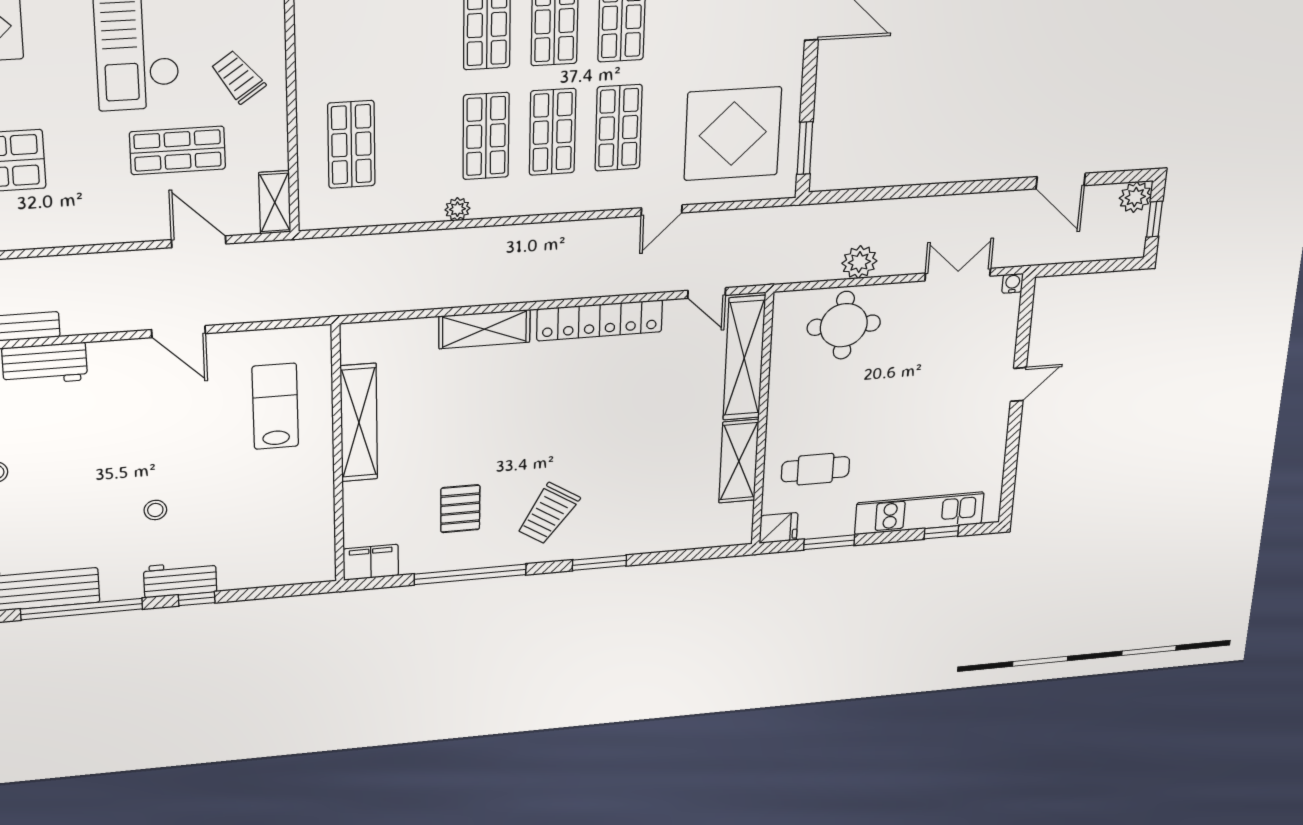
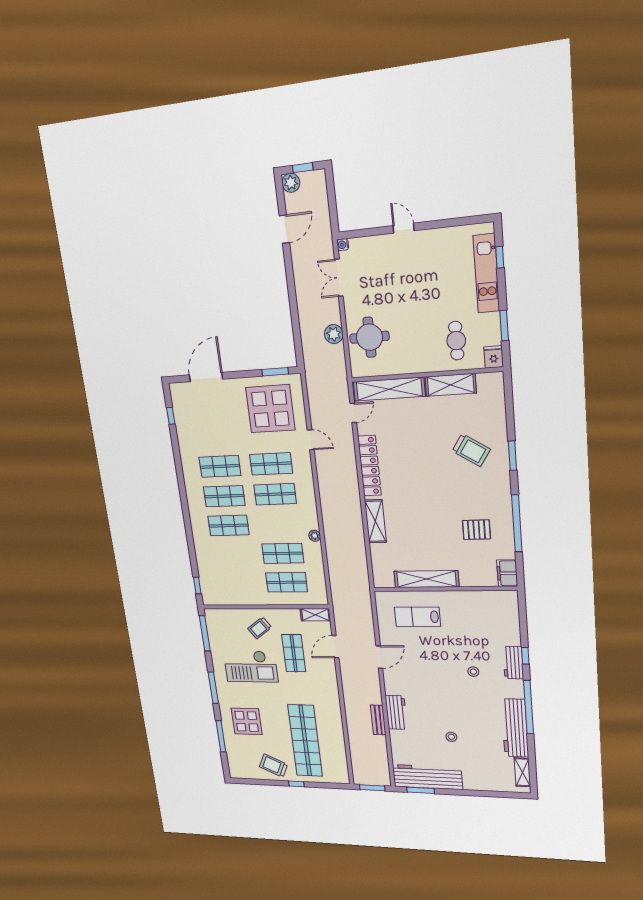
shop shelf: (486, 136) -> (283, 553), moved
trolley: (548, 513) -> (471, 450), moved

